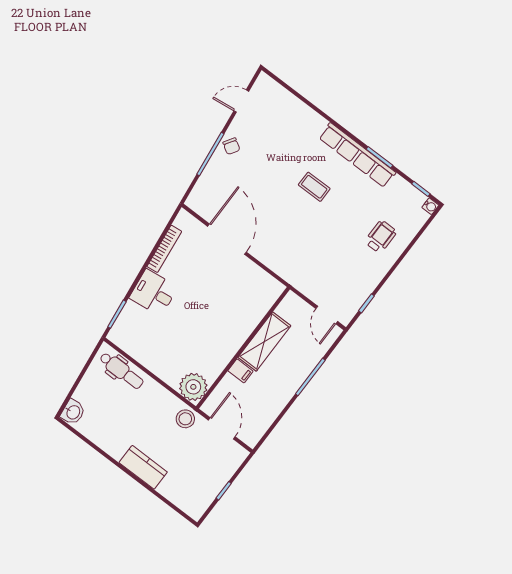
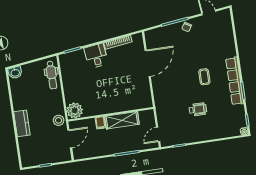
wheelchair: (381, 237) -> (198, 109), moved

